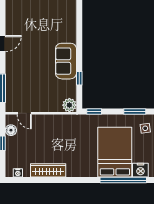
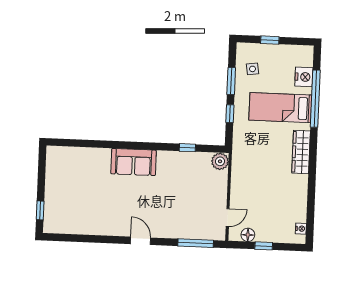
sofa: (66, 61) -> (134, 162), moved
window: (94, 111) -> (230, 114), moved
bed: (115, 152) -> (280, 108), width x0.67
wardrobe: (48, 170) -> (301, 152), moved

